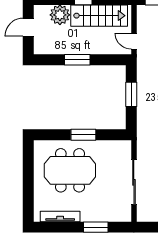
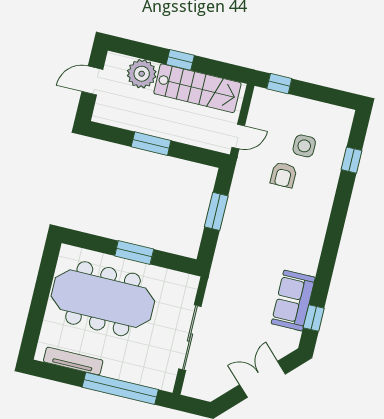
door: (134, 41) -> (238, 136), swing flipped
meeting table: (70, 170) -> (103, 299), width x1.36
window: (96, 227) -> (120, 388), width x2.11

